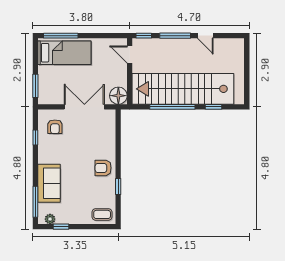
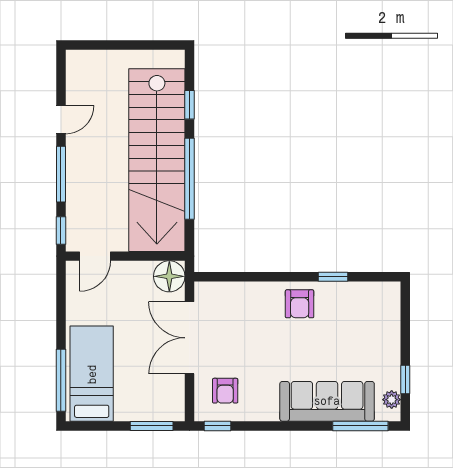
armchair: (55, 127) -> (225, 391), turned 90
window: (35, 137) -> (217, 426), moved
sofa: (49, 183) -> (327, 401), width x1.36
coffee table: (102, 214) -> (383, 306), removed

